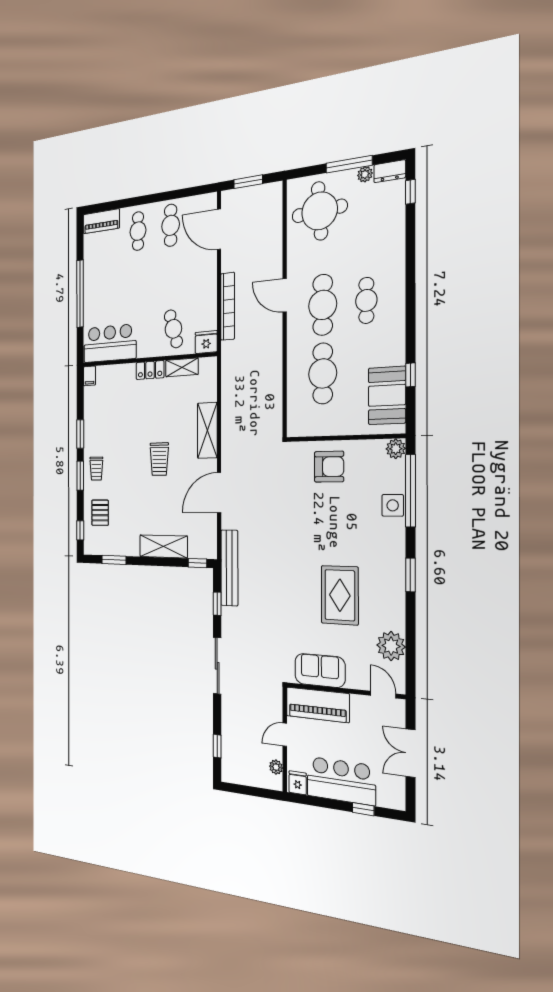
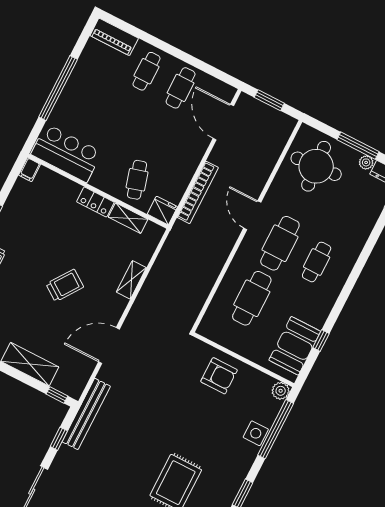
shelving: (207, 430) -> (131, 280), width x0.67, depth x0.75
trolley: (159, 459) -> (65, 285), turned -145

